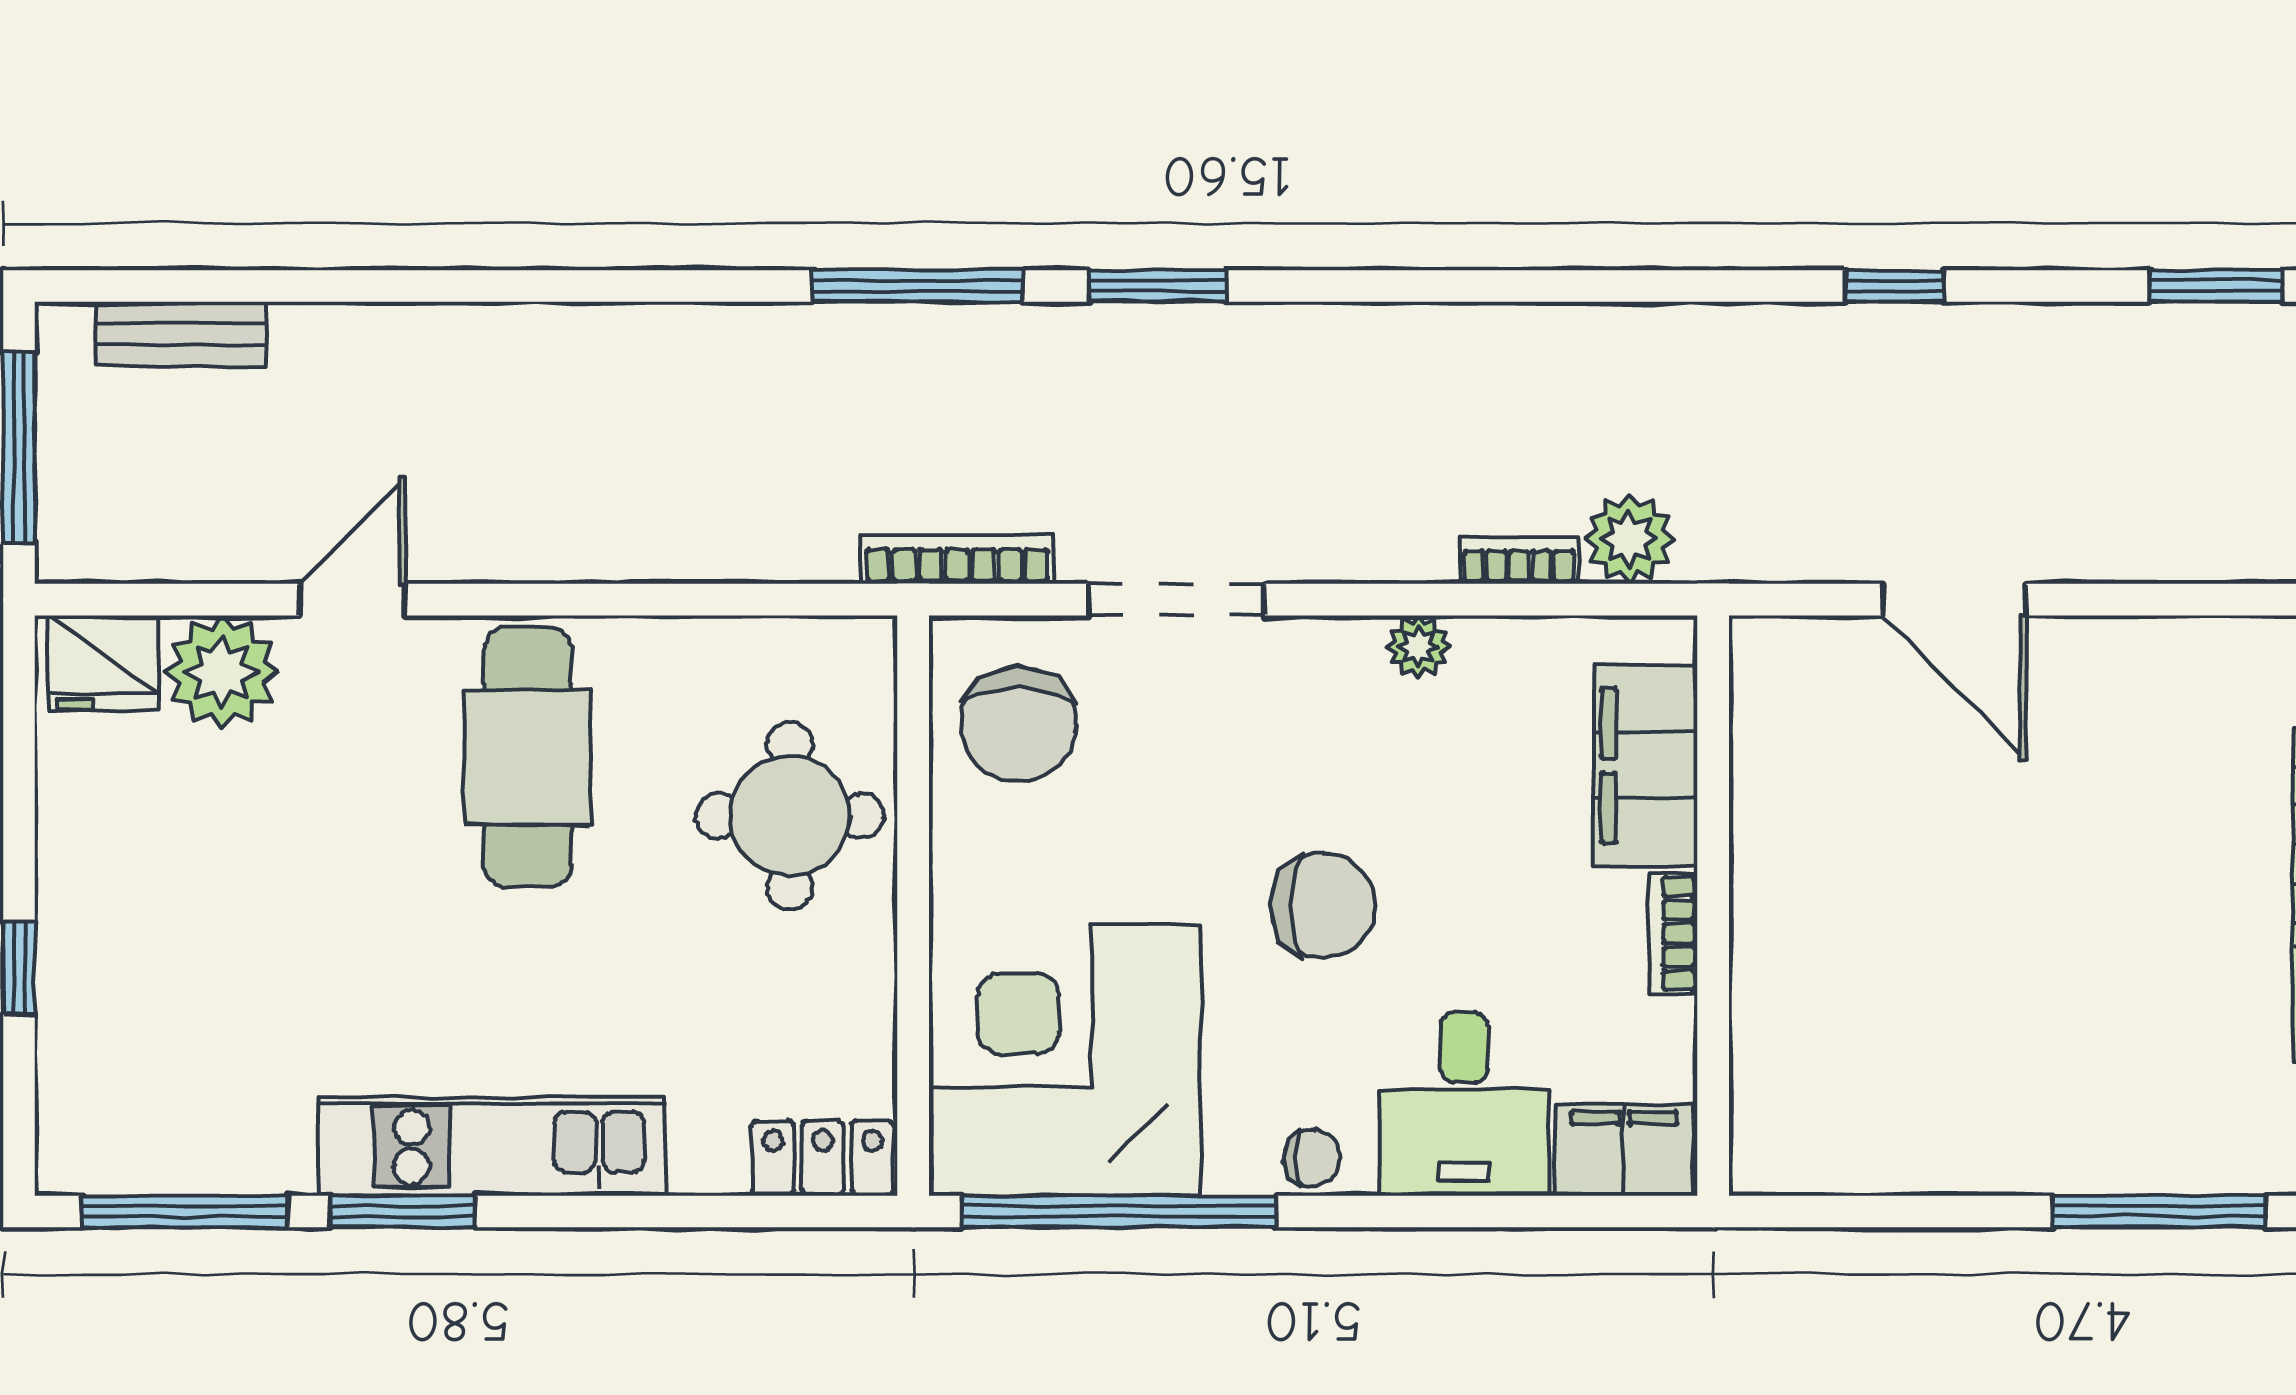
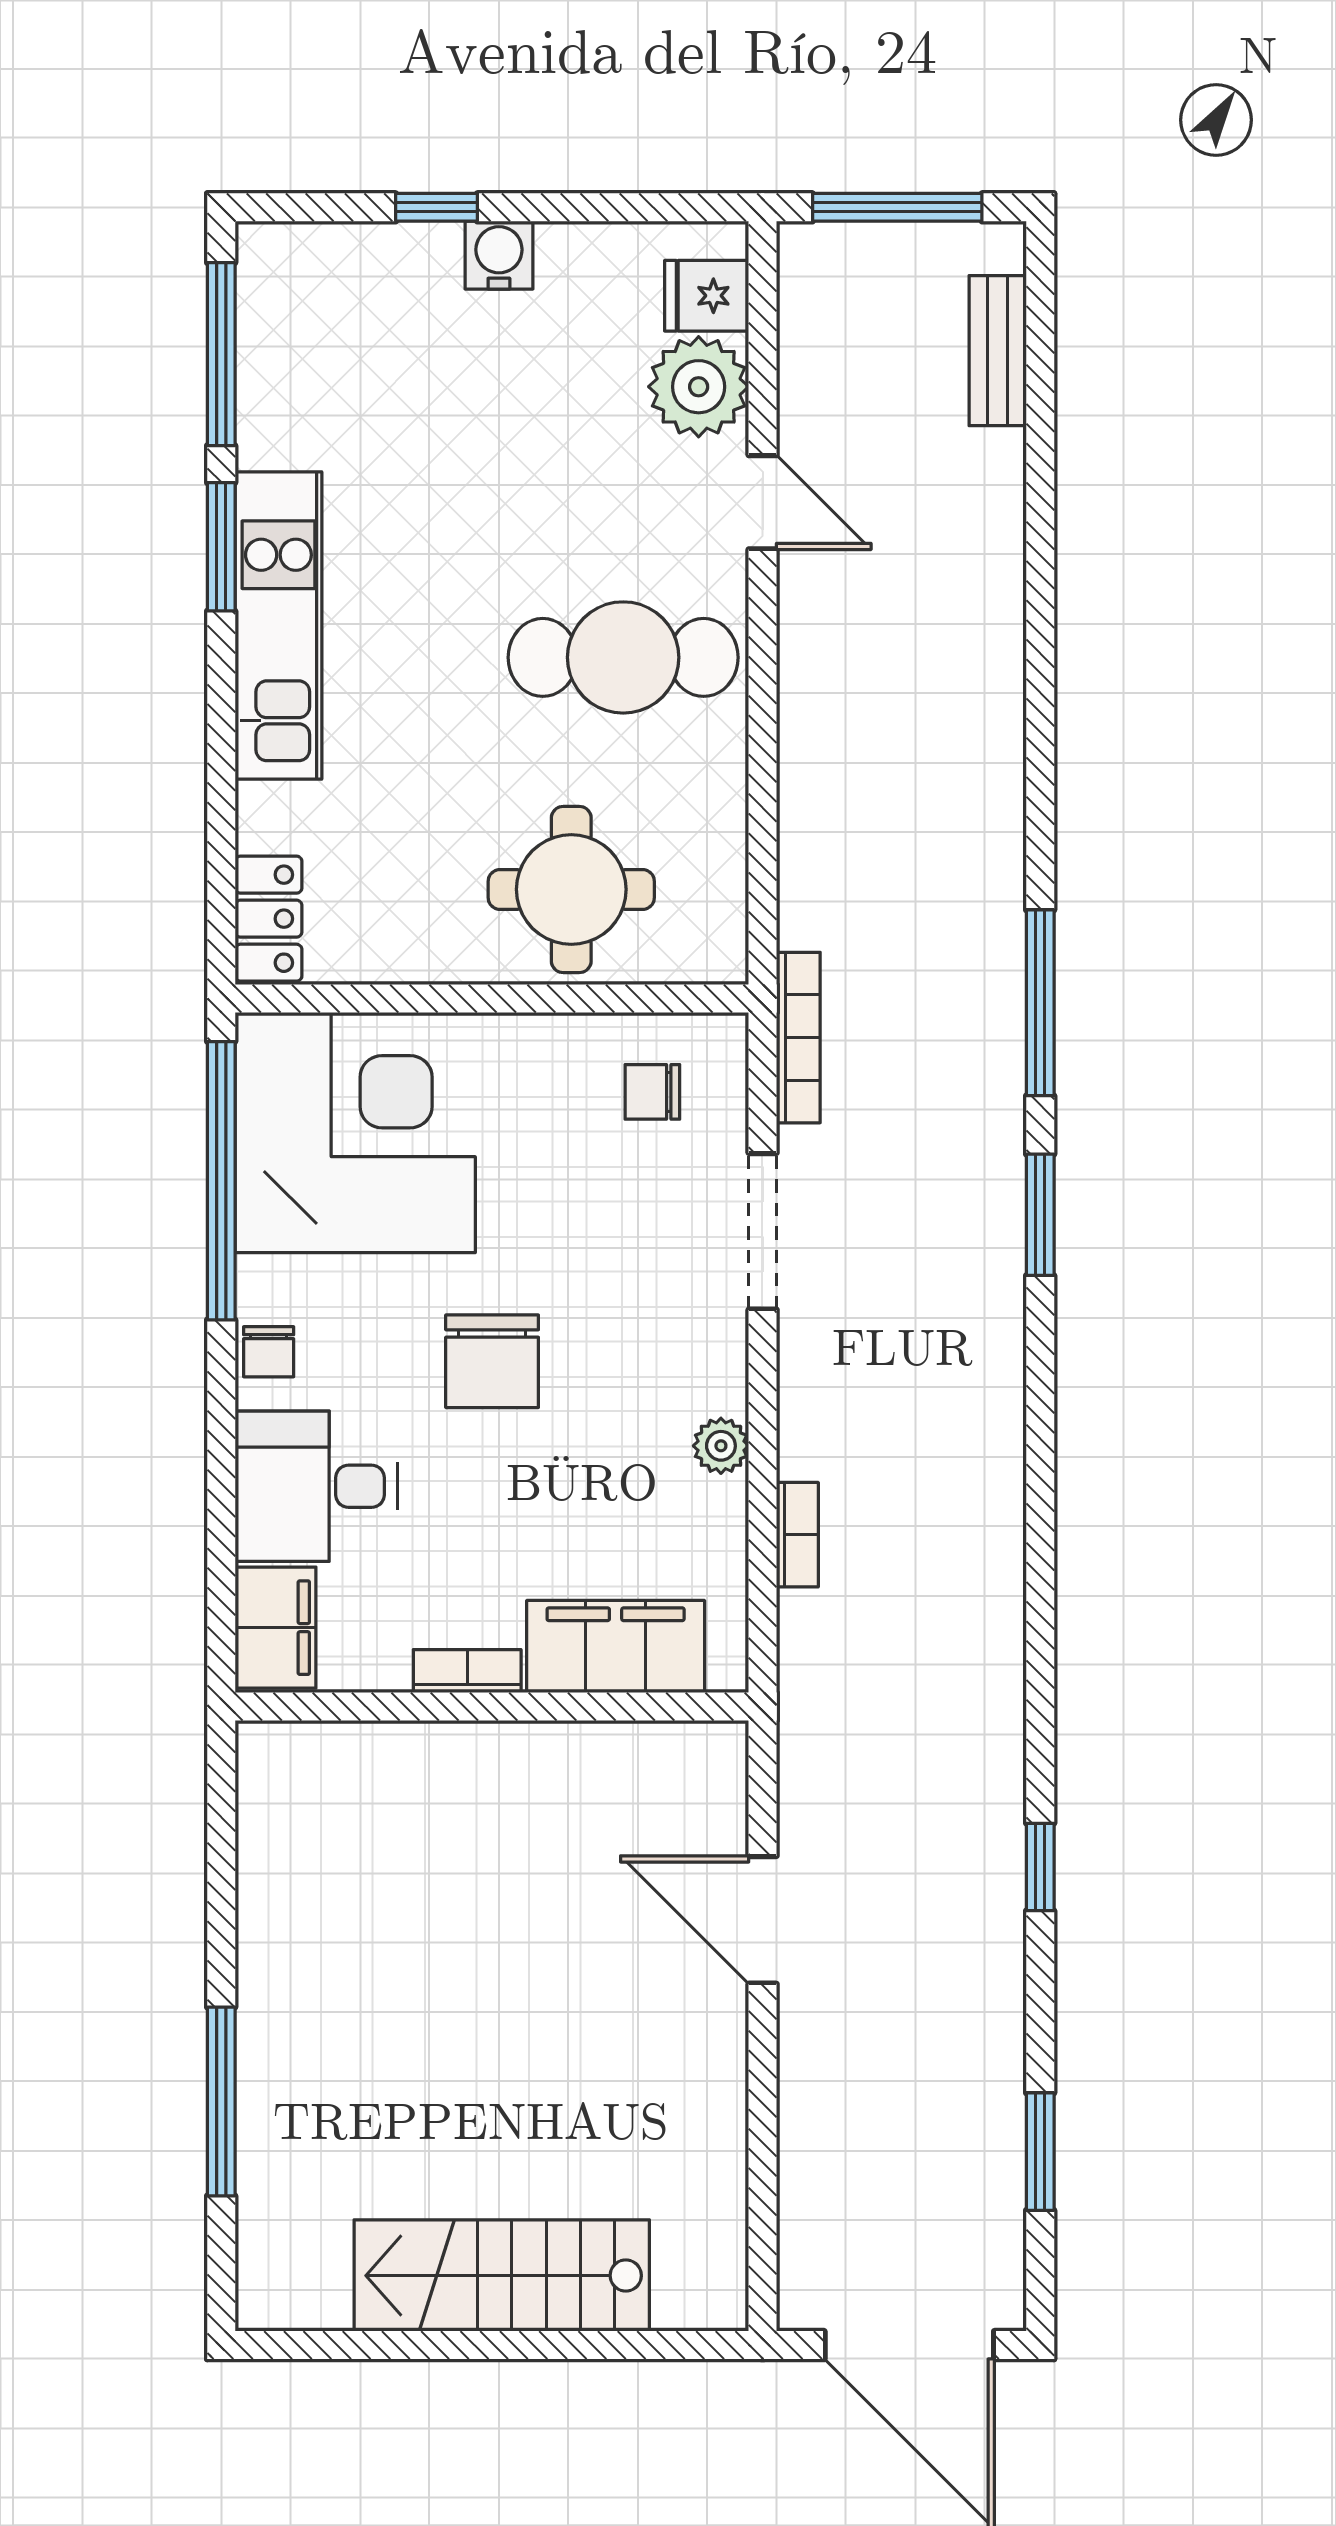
plant: (1629, 539) -> (816, 1632), removed
door: (1954, 600) -> (763, 1920), hinge flipped
fridge: (104, 663) -> (707, 296), width x0.72
chair: (1018, 724) -> (652, 1092), width x0.54, depth x0.54
water cooler: (73, 898) -> (499, 255), added

